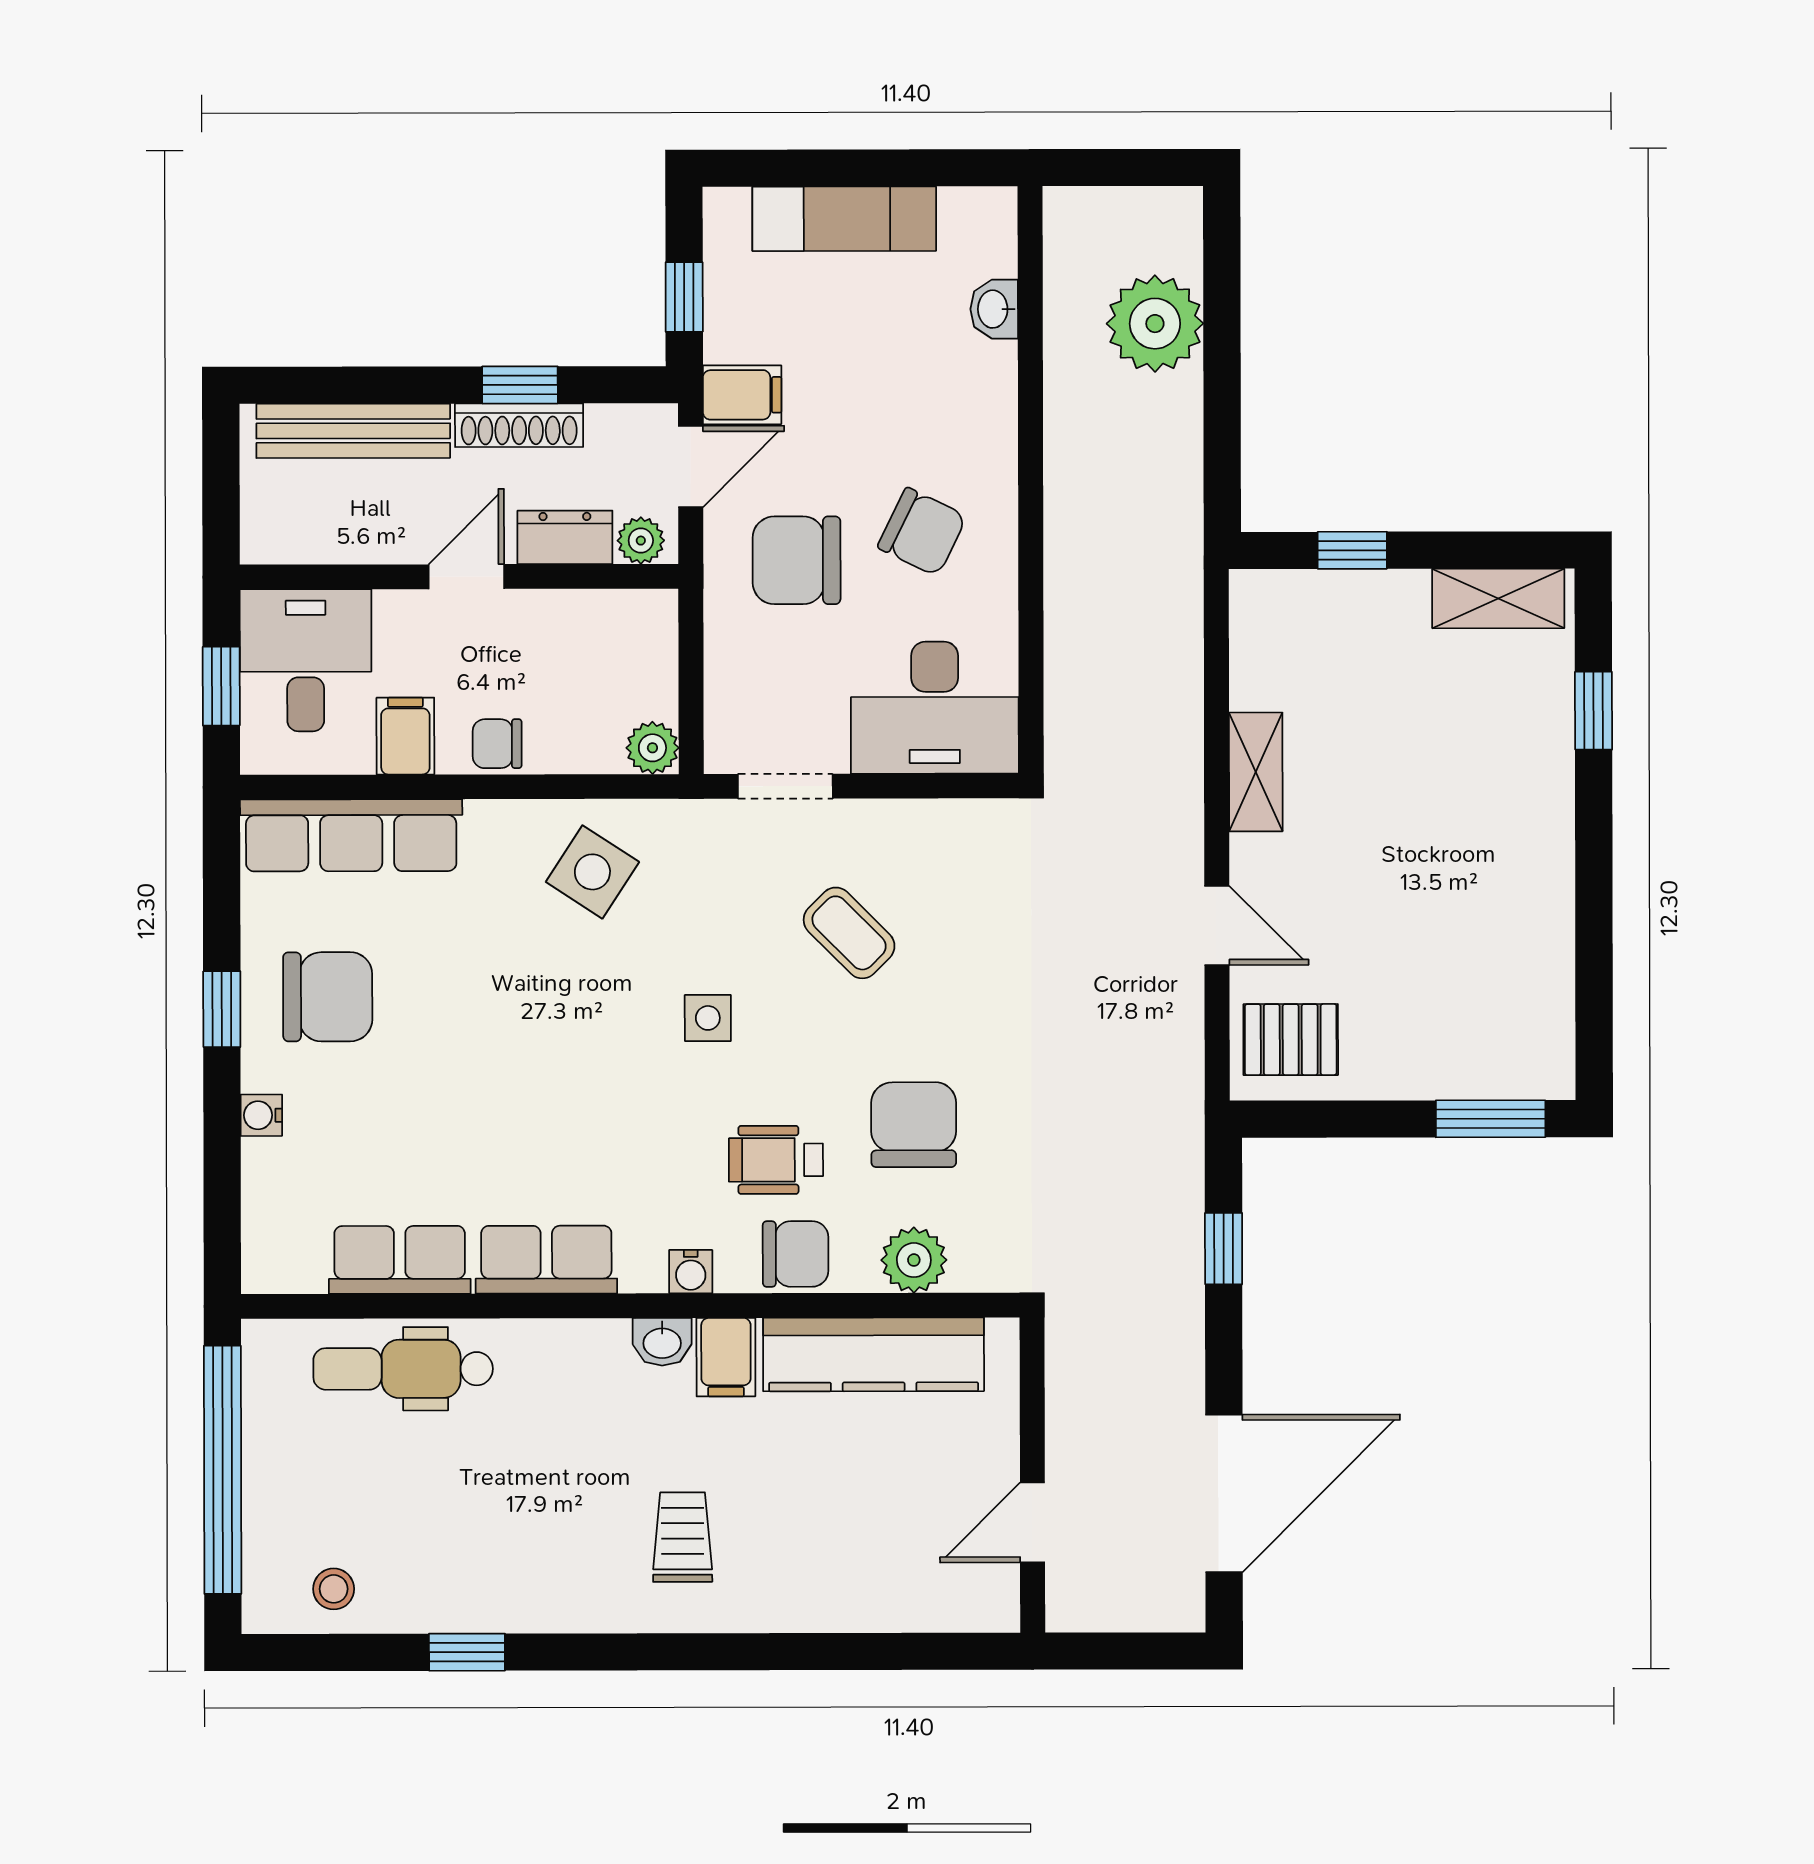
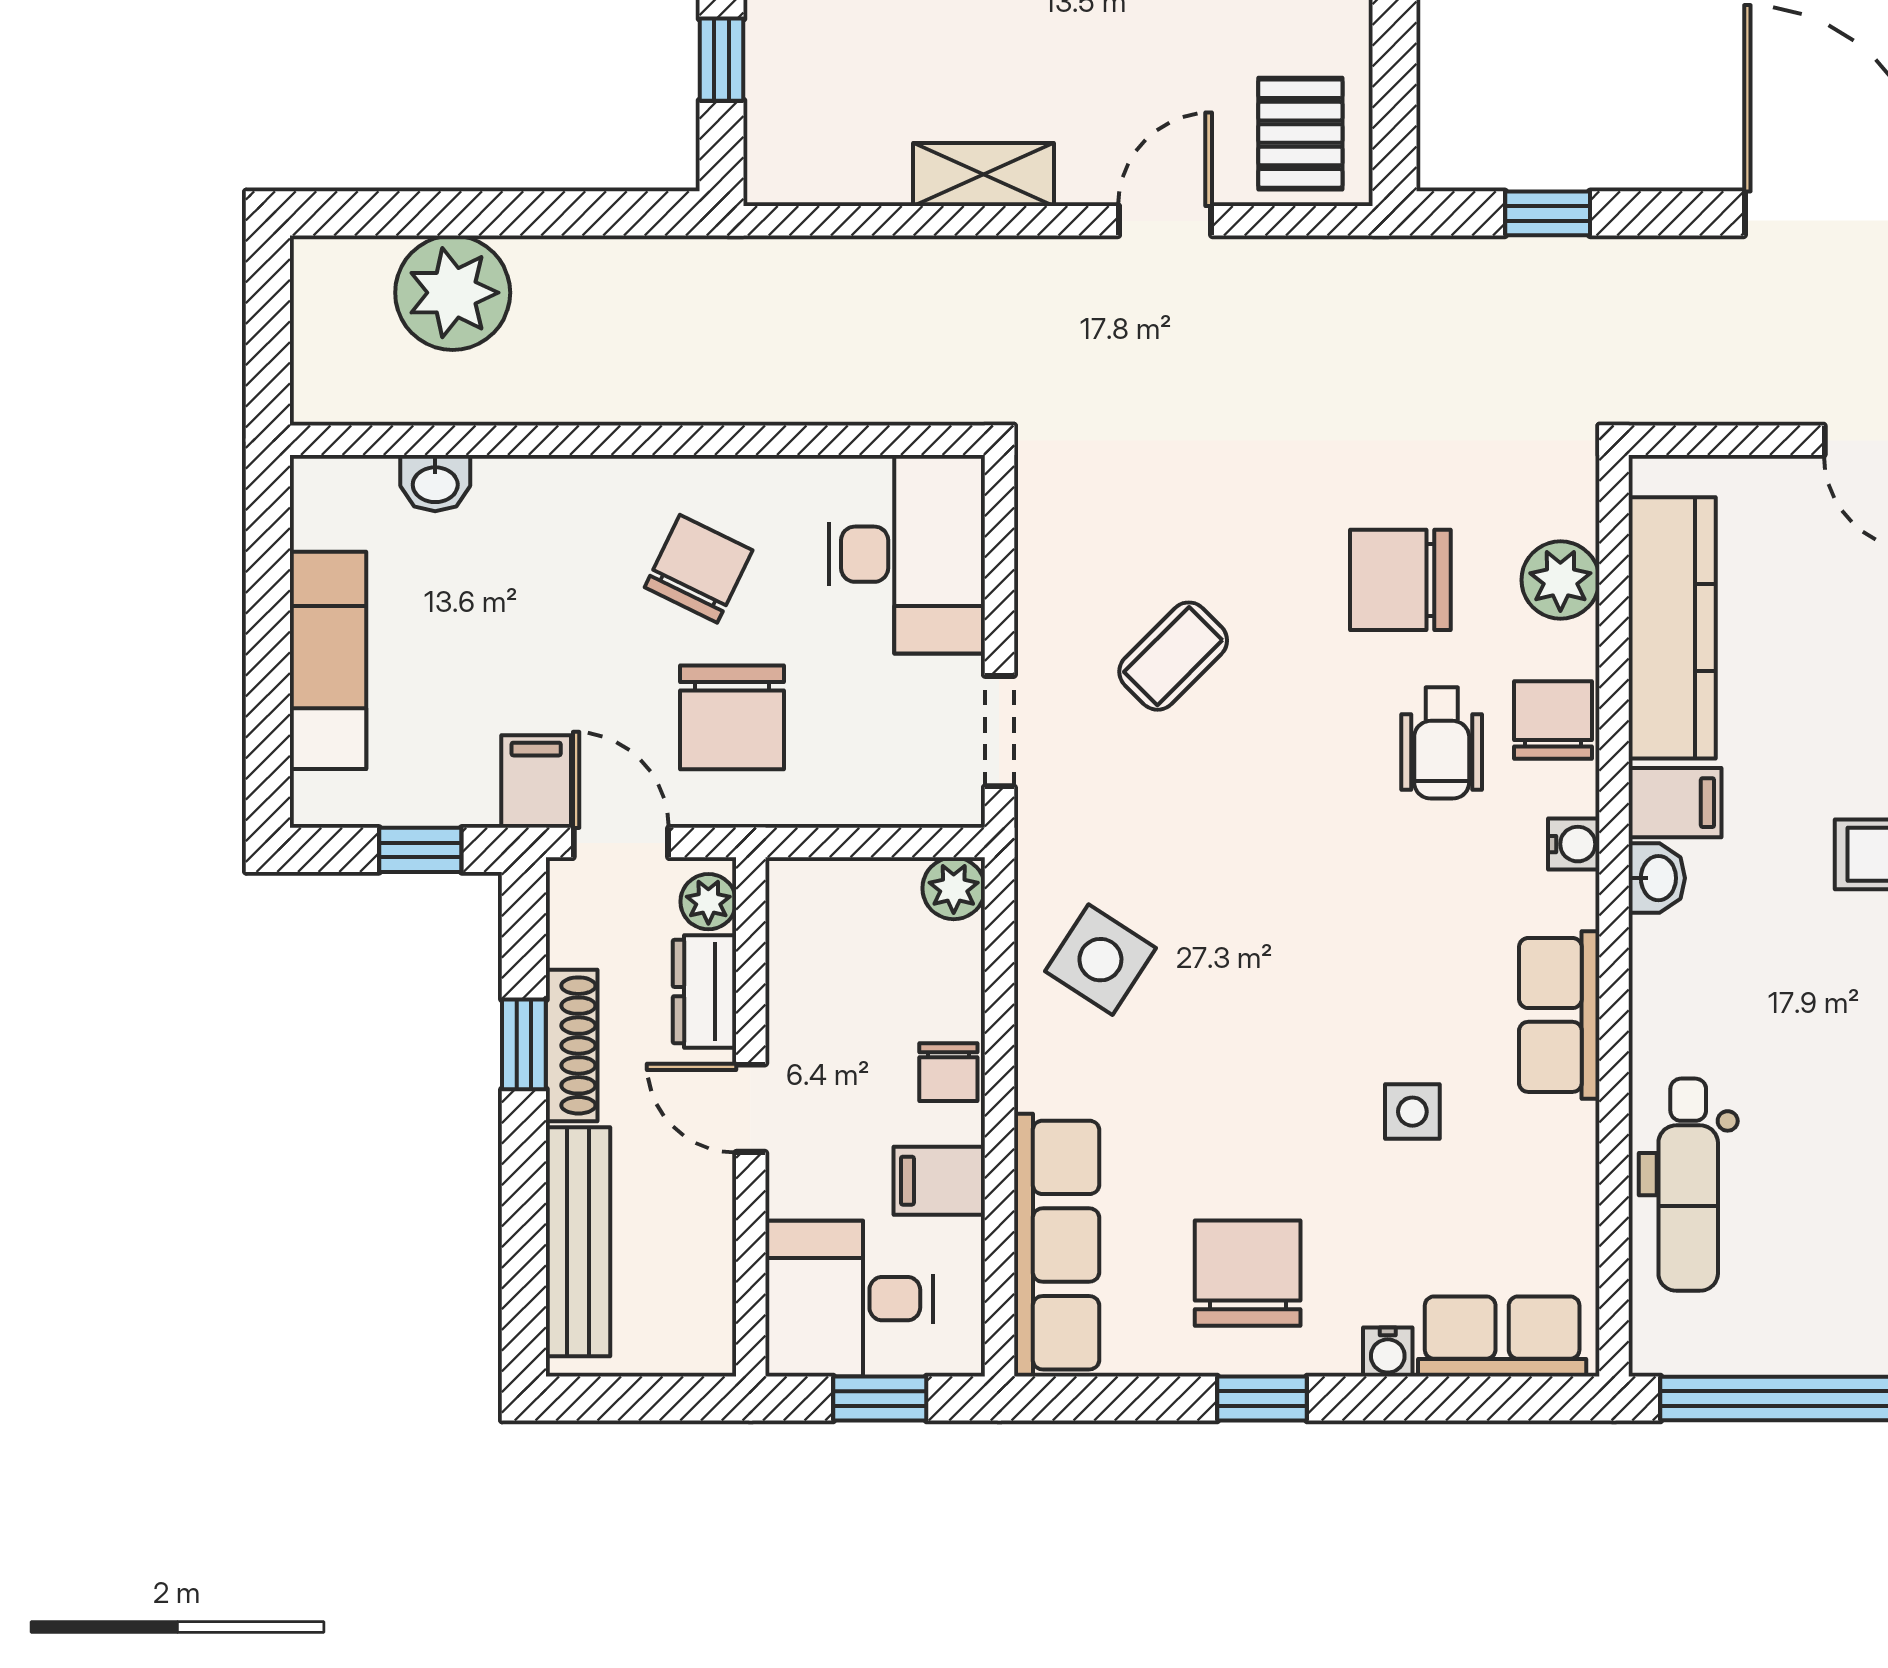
side table: (708, 1018) -> (1412, 1112), moved
row of seats: (400, 1260) -> (1502, 1336), moved, turned 90

